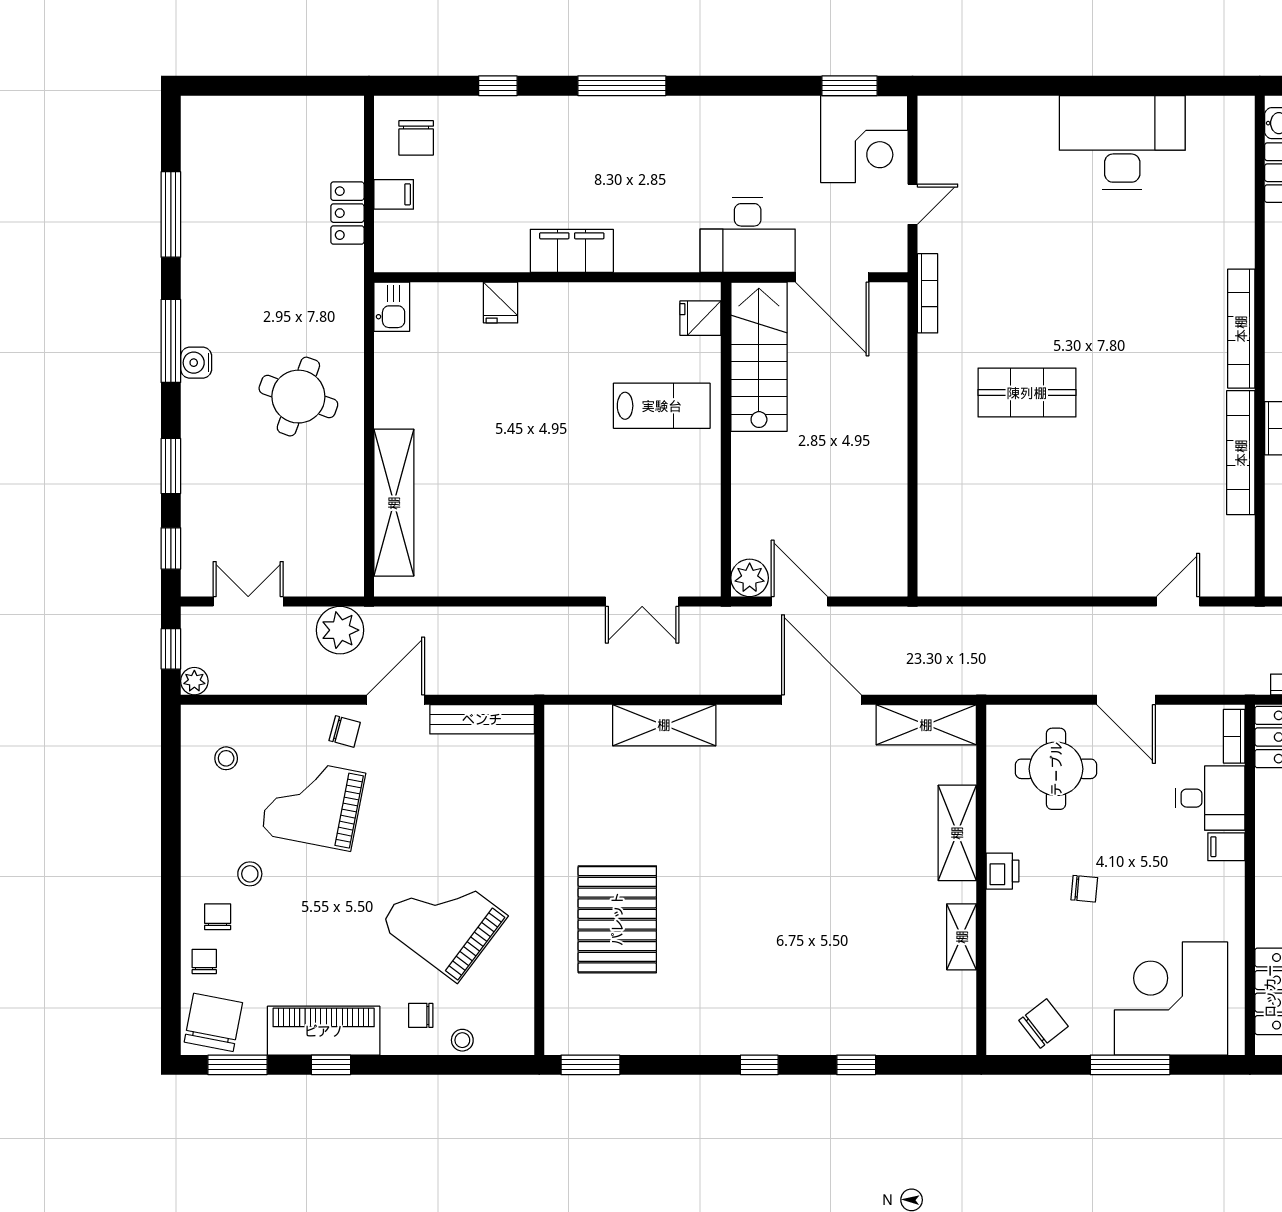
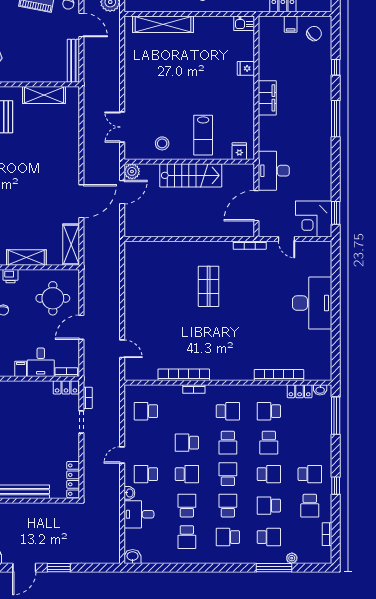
chair: (416, 138) -> (314, 33), turned 136
desk: (1122, 143) -> (312, 303), moved
bookcase: (1241, 329) -> (279, 375), moved
stairs: (759, 357) -> (191, 175), moved
stool: (682, 505) -> (162, 143), added
shelving: (664, 725) -> (44, 95), moved, turned 90

